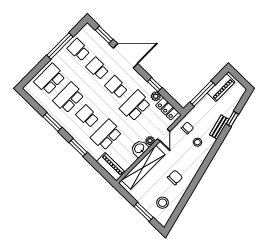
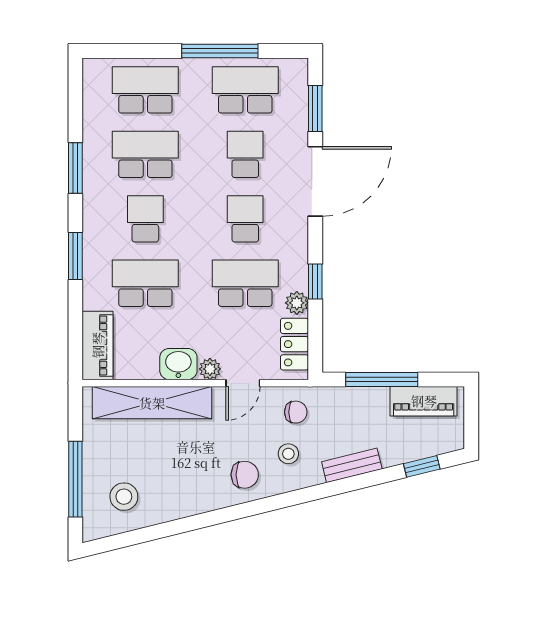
school desk: (79, 50) -> (245, 90), width x1.85
door: (125, 56) -> (315, 181), hinge flipped
window: (232, 119) -> (422, 466), moved
chair: (175, 177) -> (245, 475), moved
window: (143, 212) -> (75, 479), width x1.44

